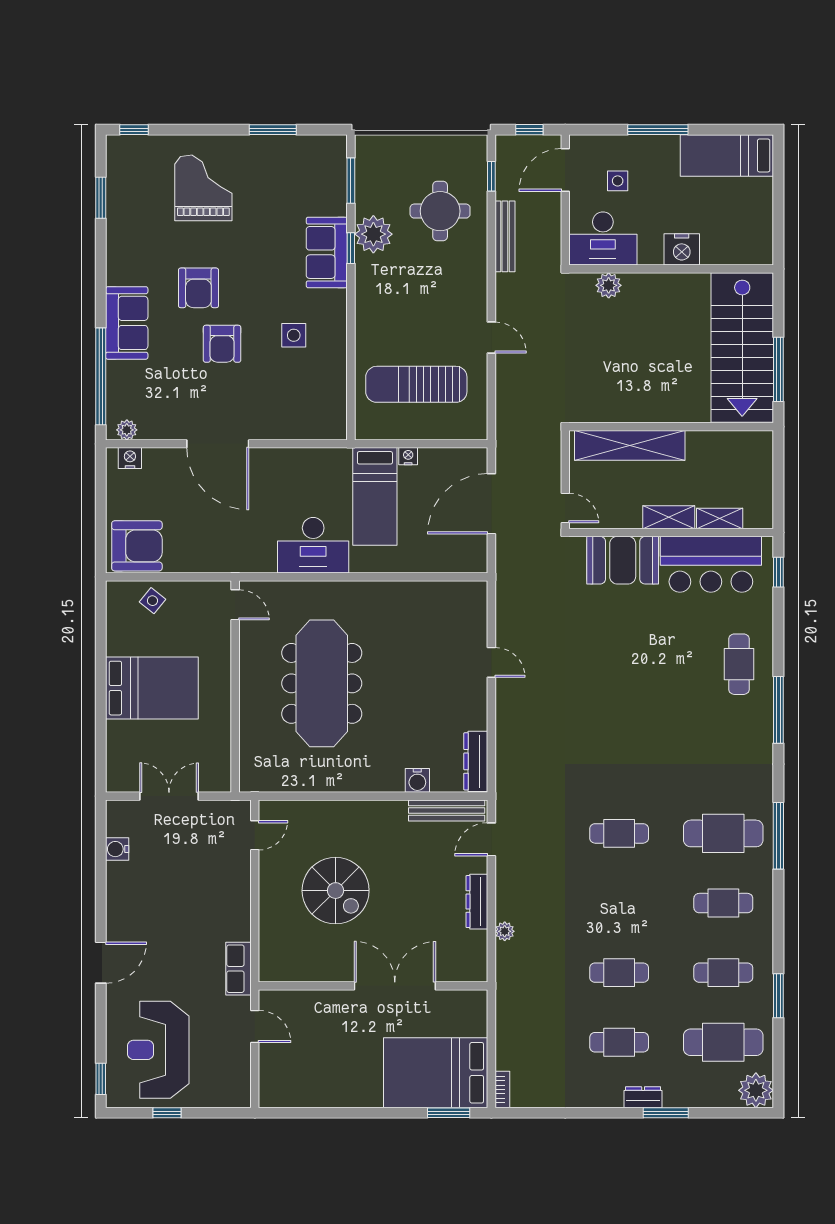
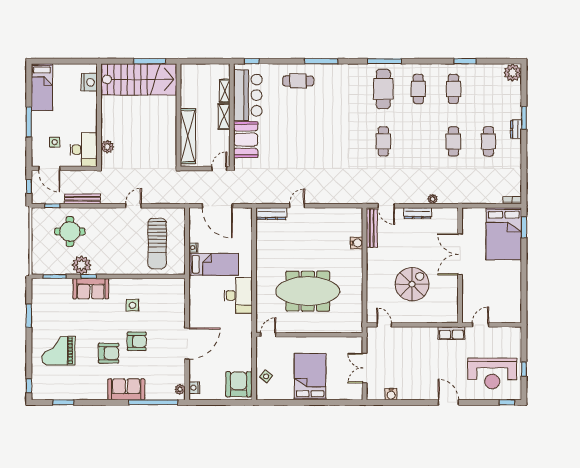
nightstand: (682, 249) -> (89, 82), moved
dresser: (476, 761) -> (271, 214), moved
cafe table: (723, 1042) -> (488, 89), removed

